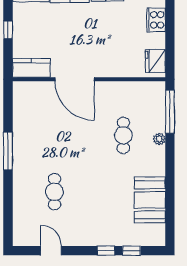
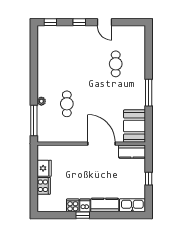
fridge: (155, 61) -> (44, 168), moved
booth: (150, 200) -> (134, 126), moved
door: (51, 251) -> (104, 22), moved
window: (132, 251) -> (50, 22), moved

